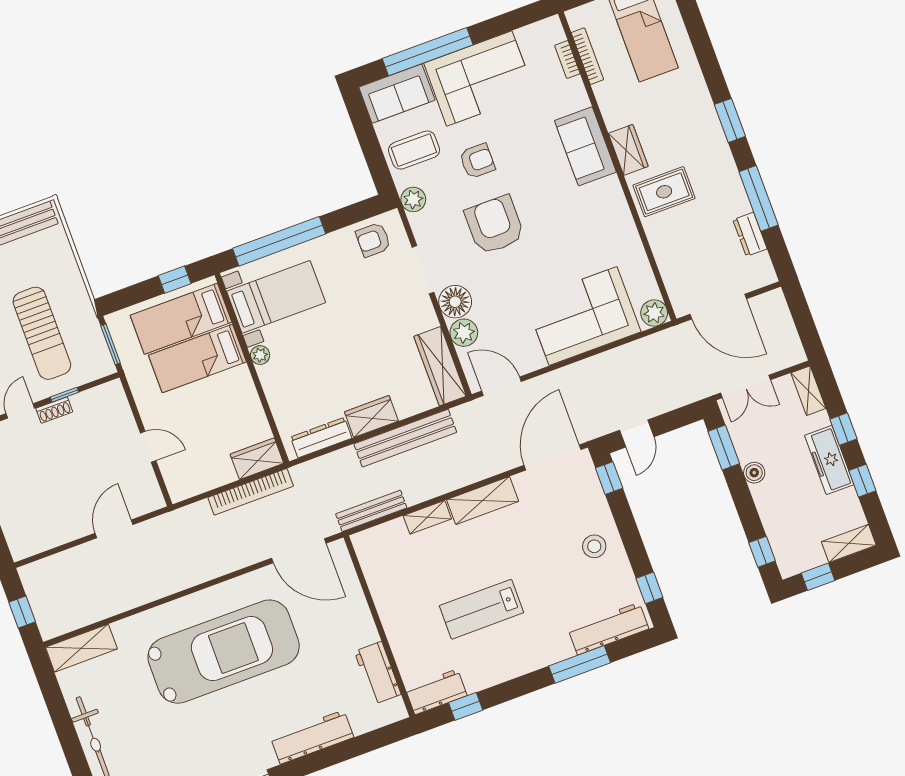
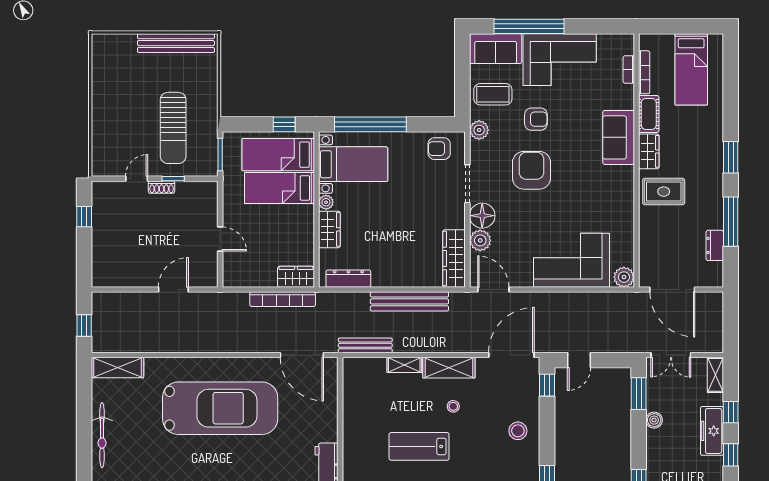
cot: (611, 104) -> (649, 114), added
wardrobe: (371, 416) -> (329, 229), moved, turned 90
stool: (505, 545) -> (453, 406), added

